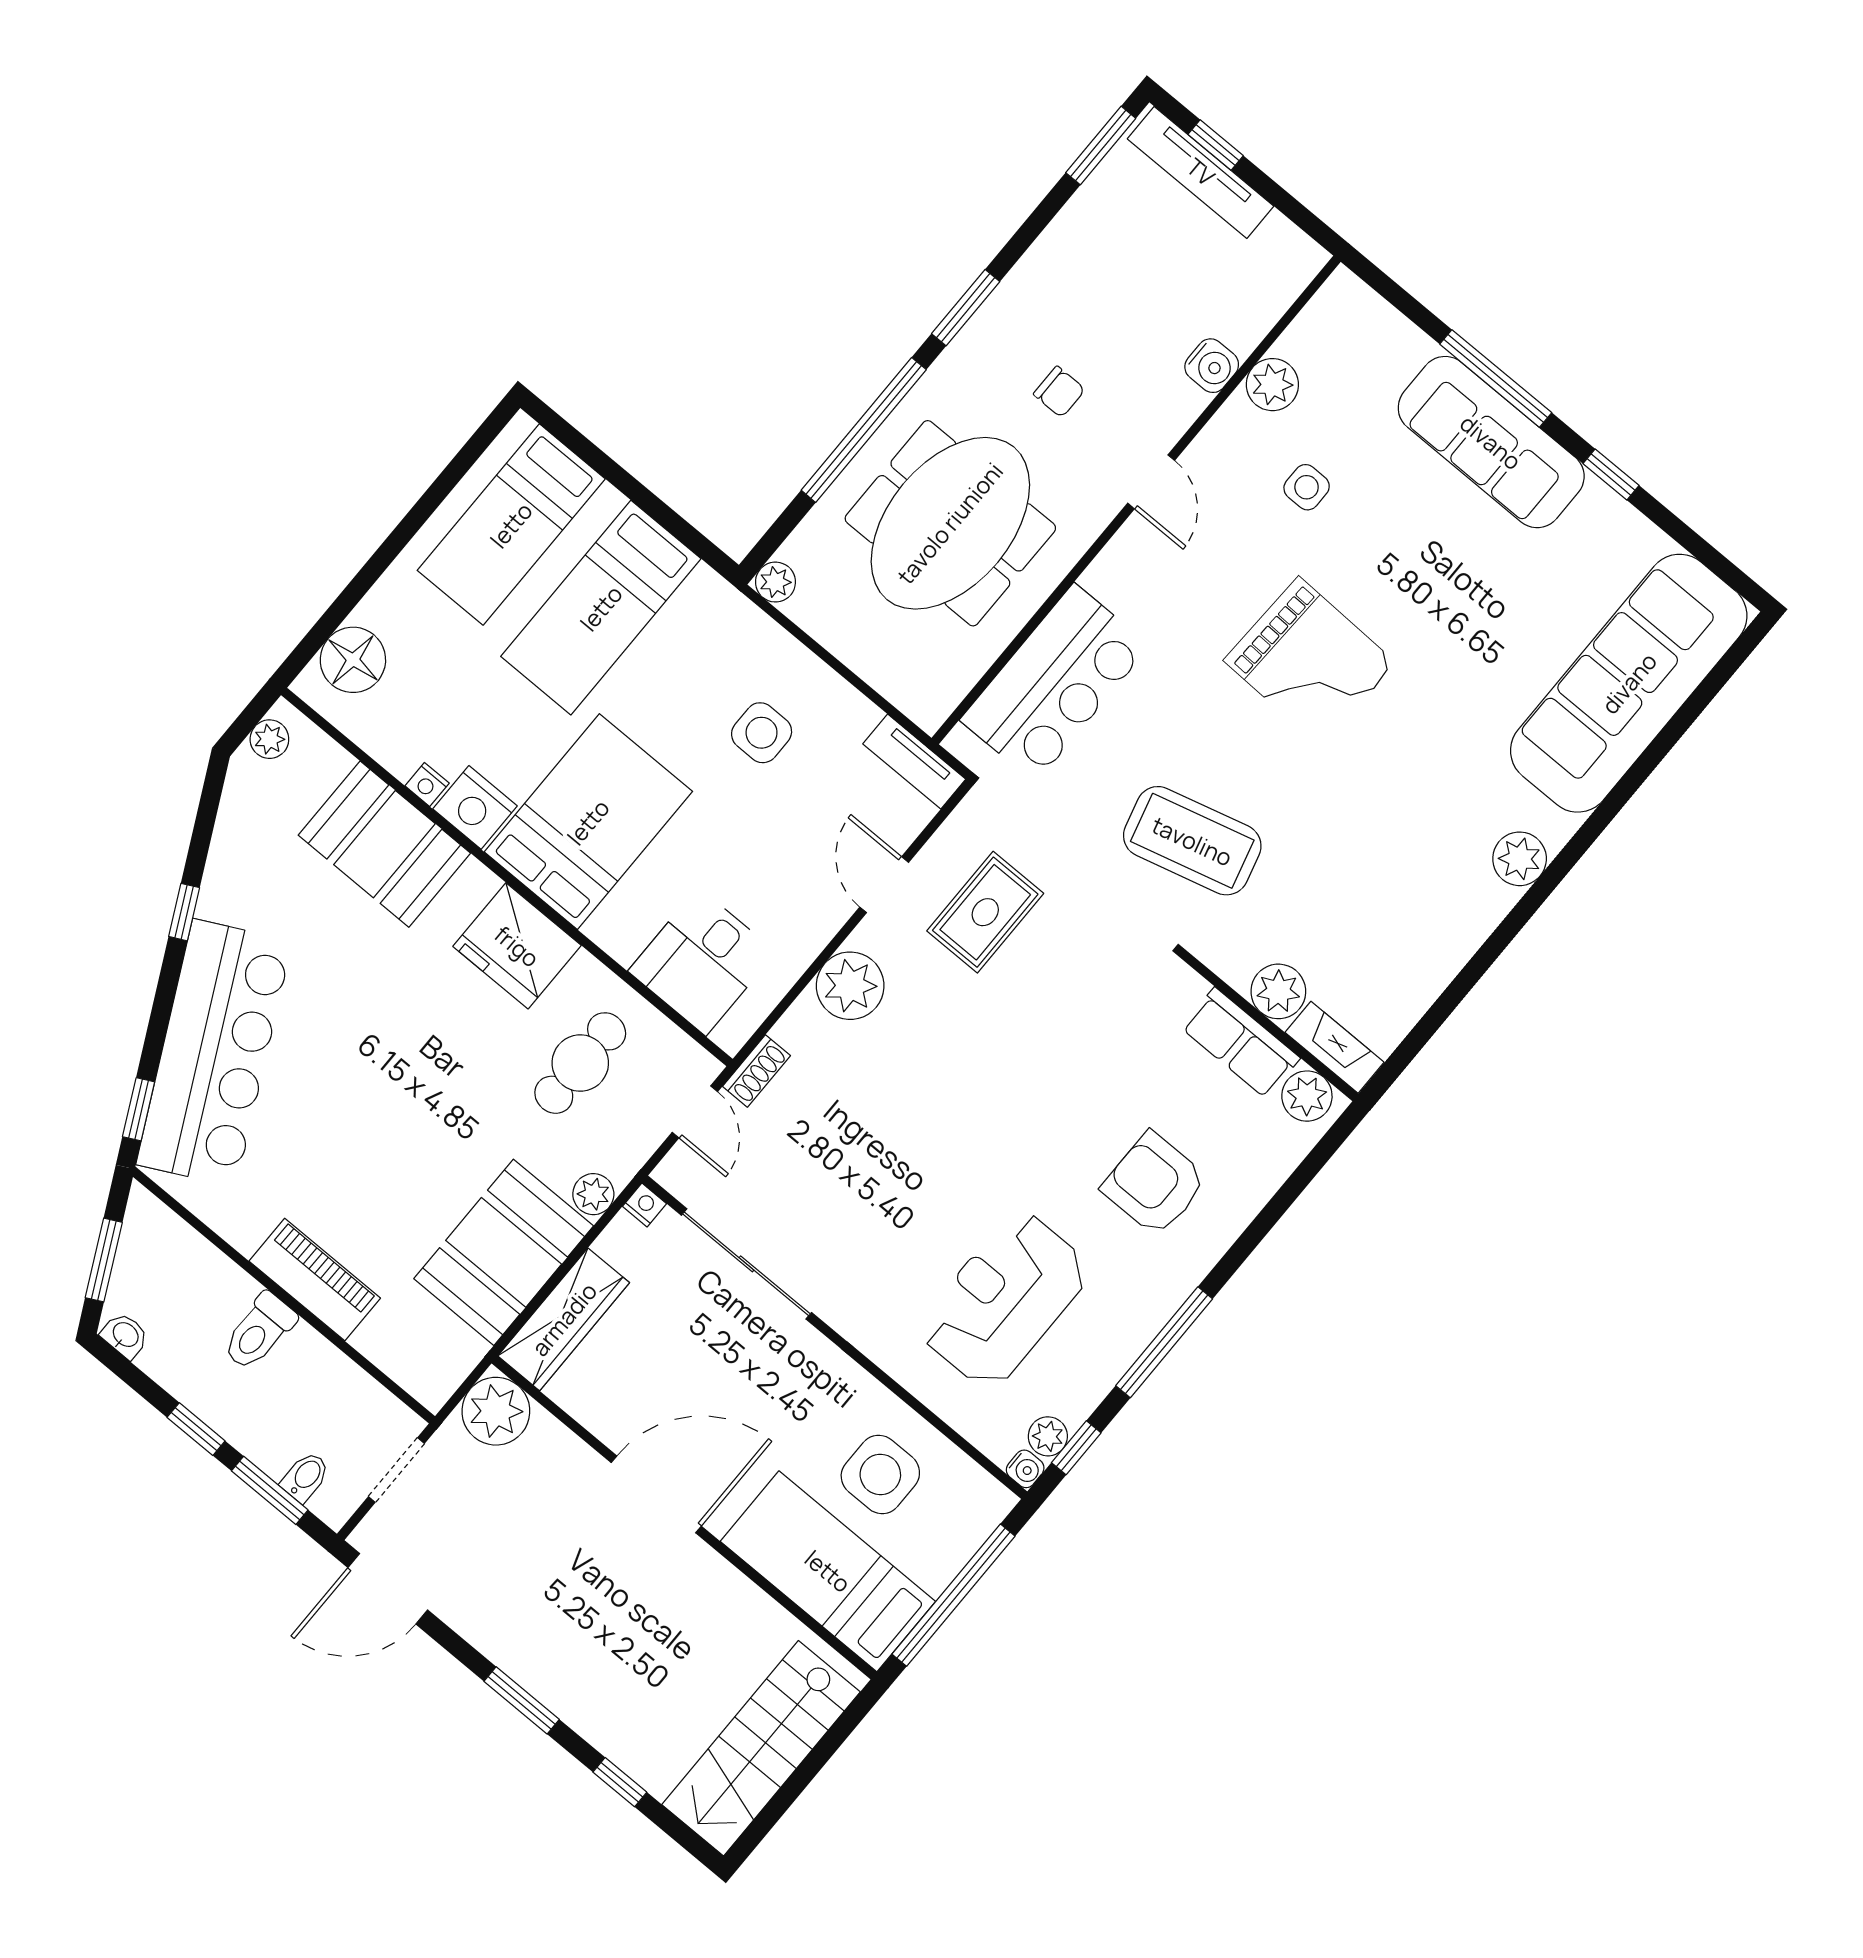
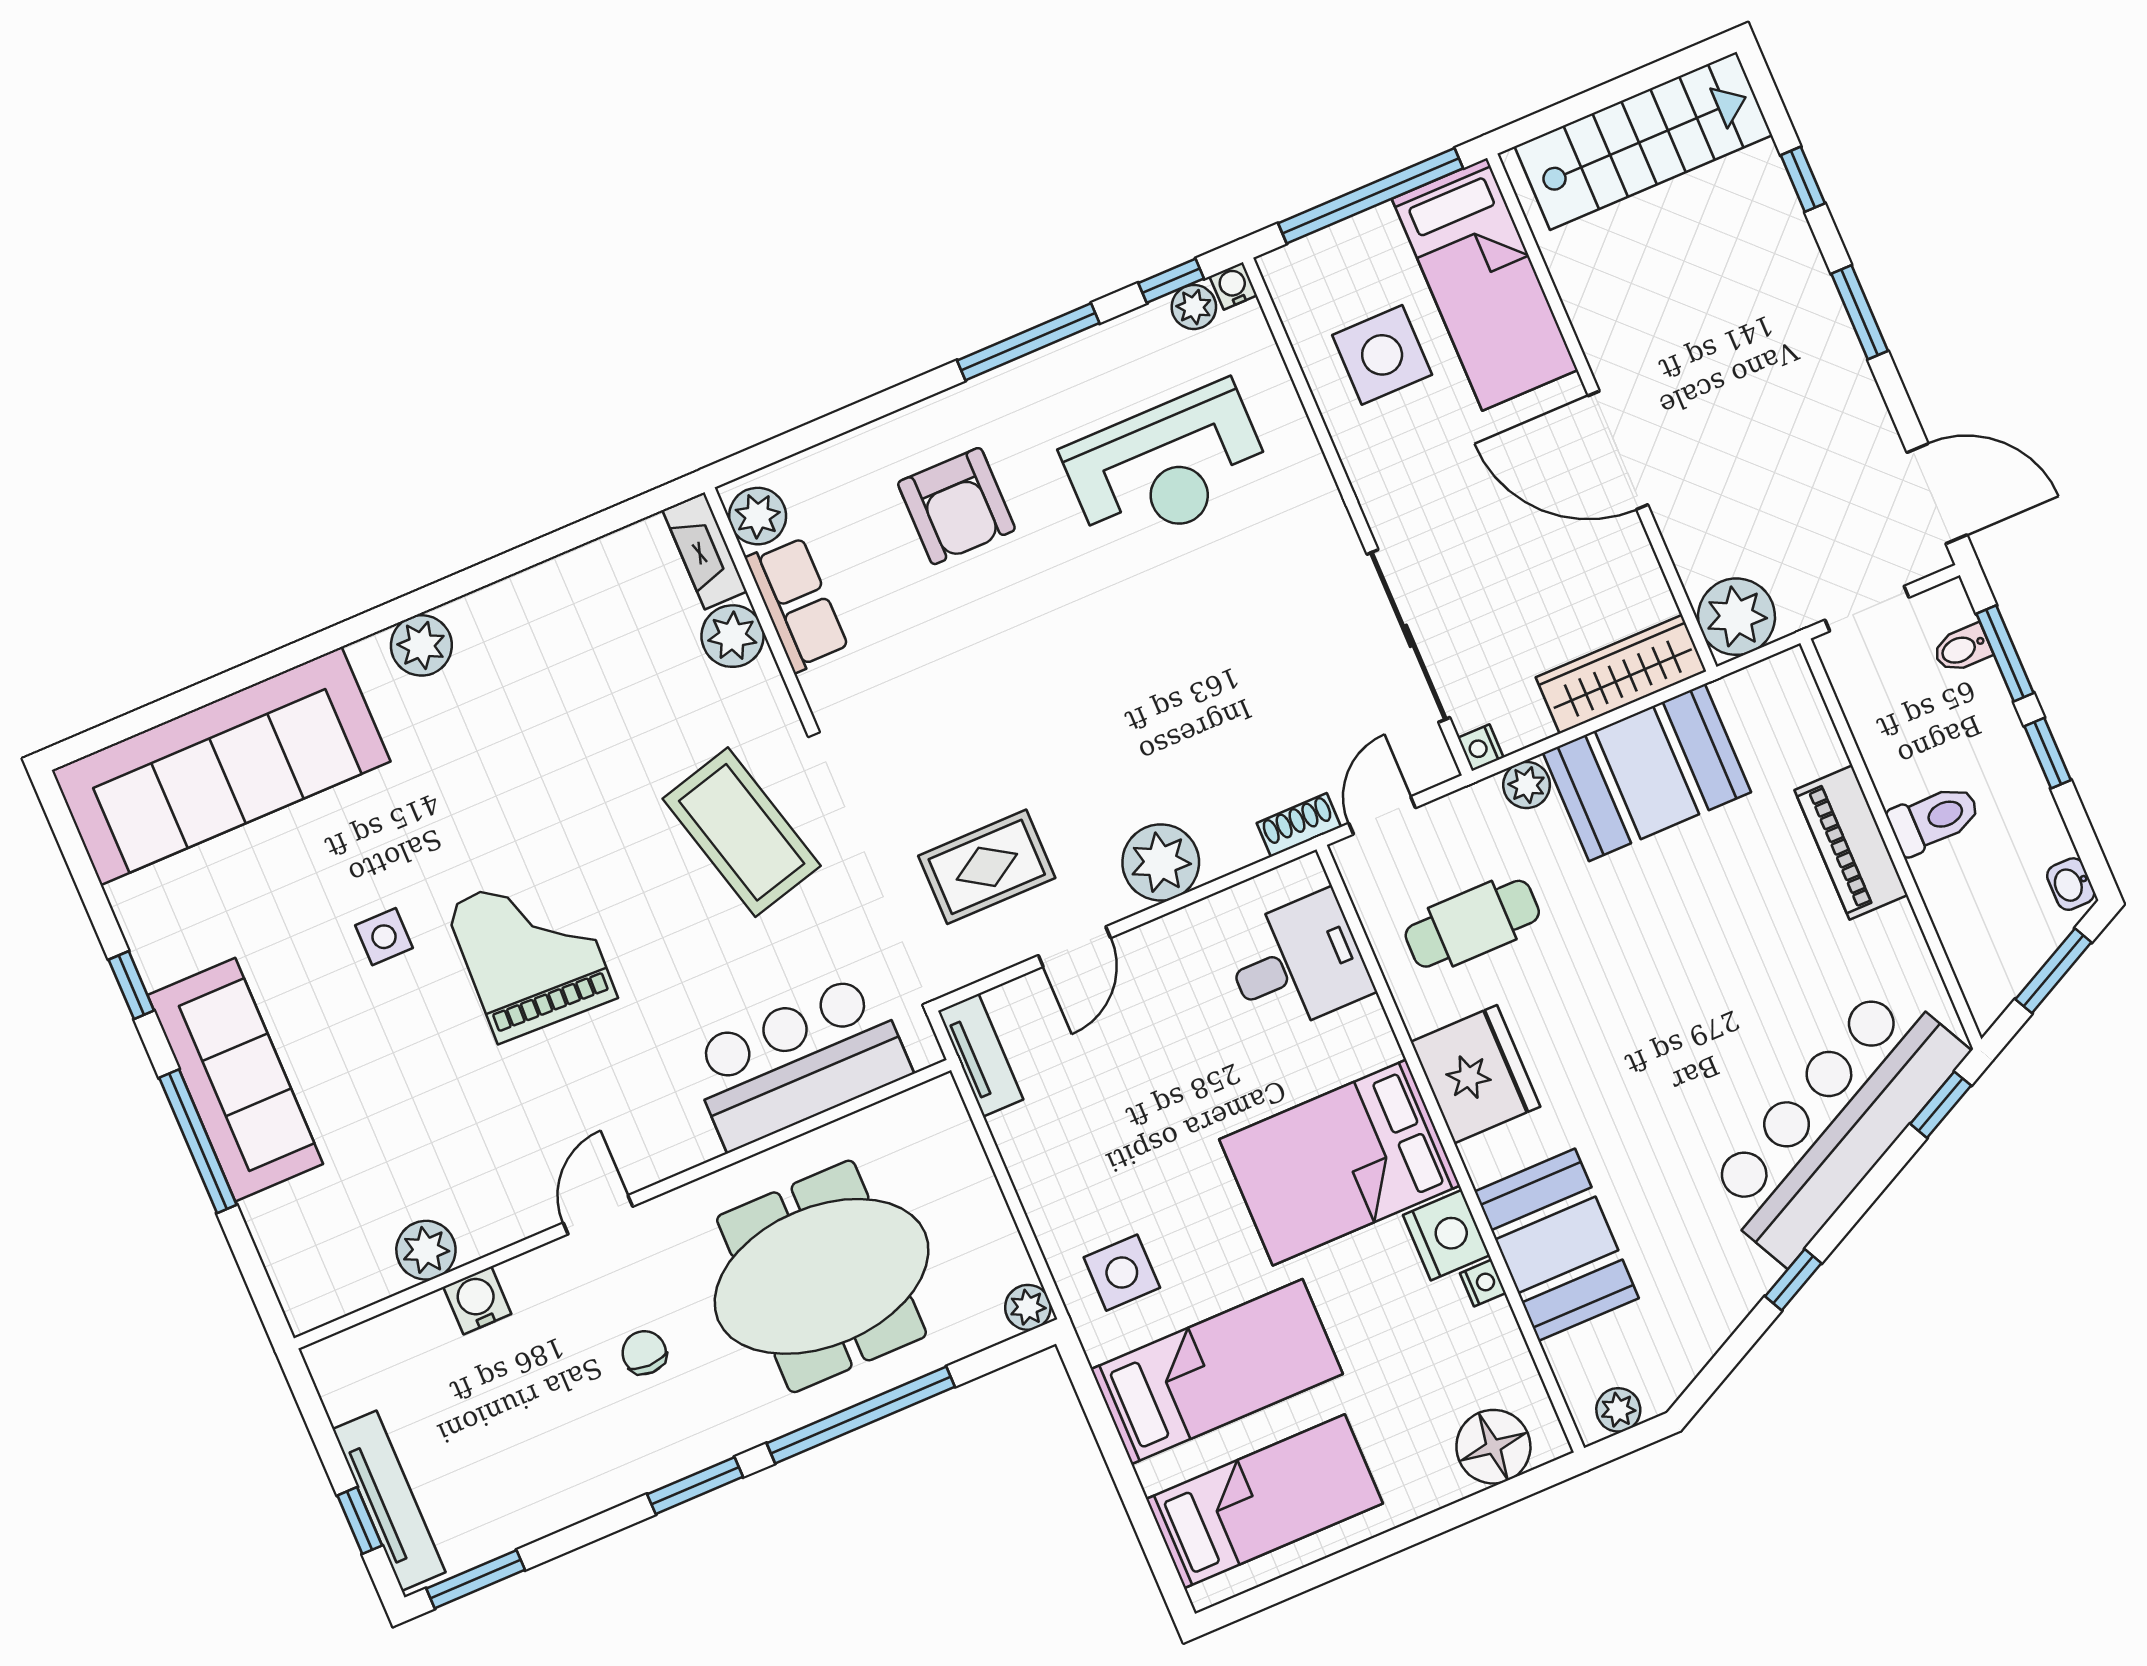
side table: (1307, 487) -> (384, 937), moved
side table: (762, 733) -> (1122, 1273), moved

